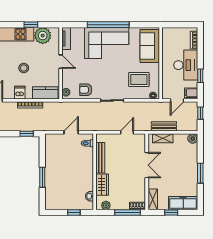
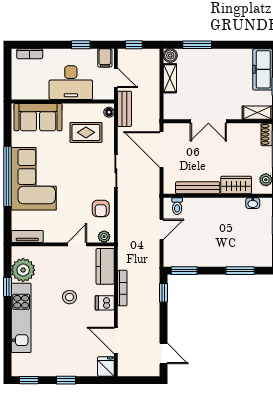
door: (61, 62) -> (77, 244), moved
desk: (186, 65) -> (71, 83), moved, turned 180
rug: (139, 80) -> (86, 132), turned 90
bench: (164, 126) -> (125, 109), moved
door: (71, 132) -> (162, 229), swing flipped
door: (127, 132) -> (162, 149), width x1.88
shelving: (163, 138) -> (170, 78), moved
window: (42, 148) -> (184, 271), added
double door: (147, 165) -> (208, 121), swing flipped
window: (200, 173) -> (197, 45), moved
window: (42, 177) -> (240, 271), moved

